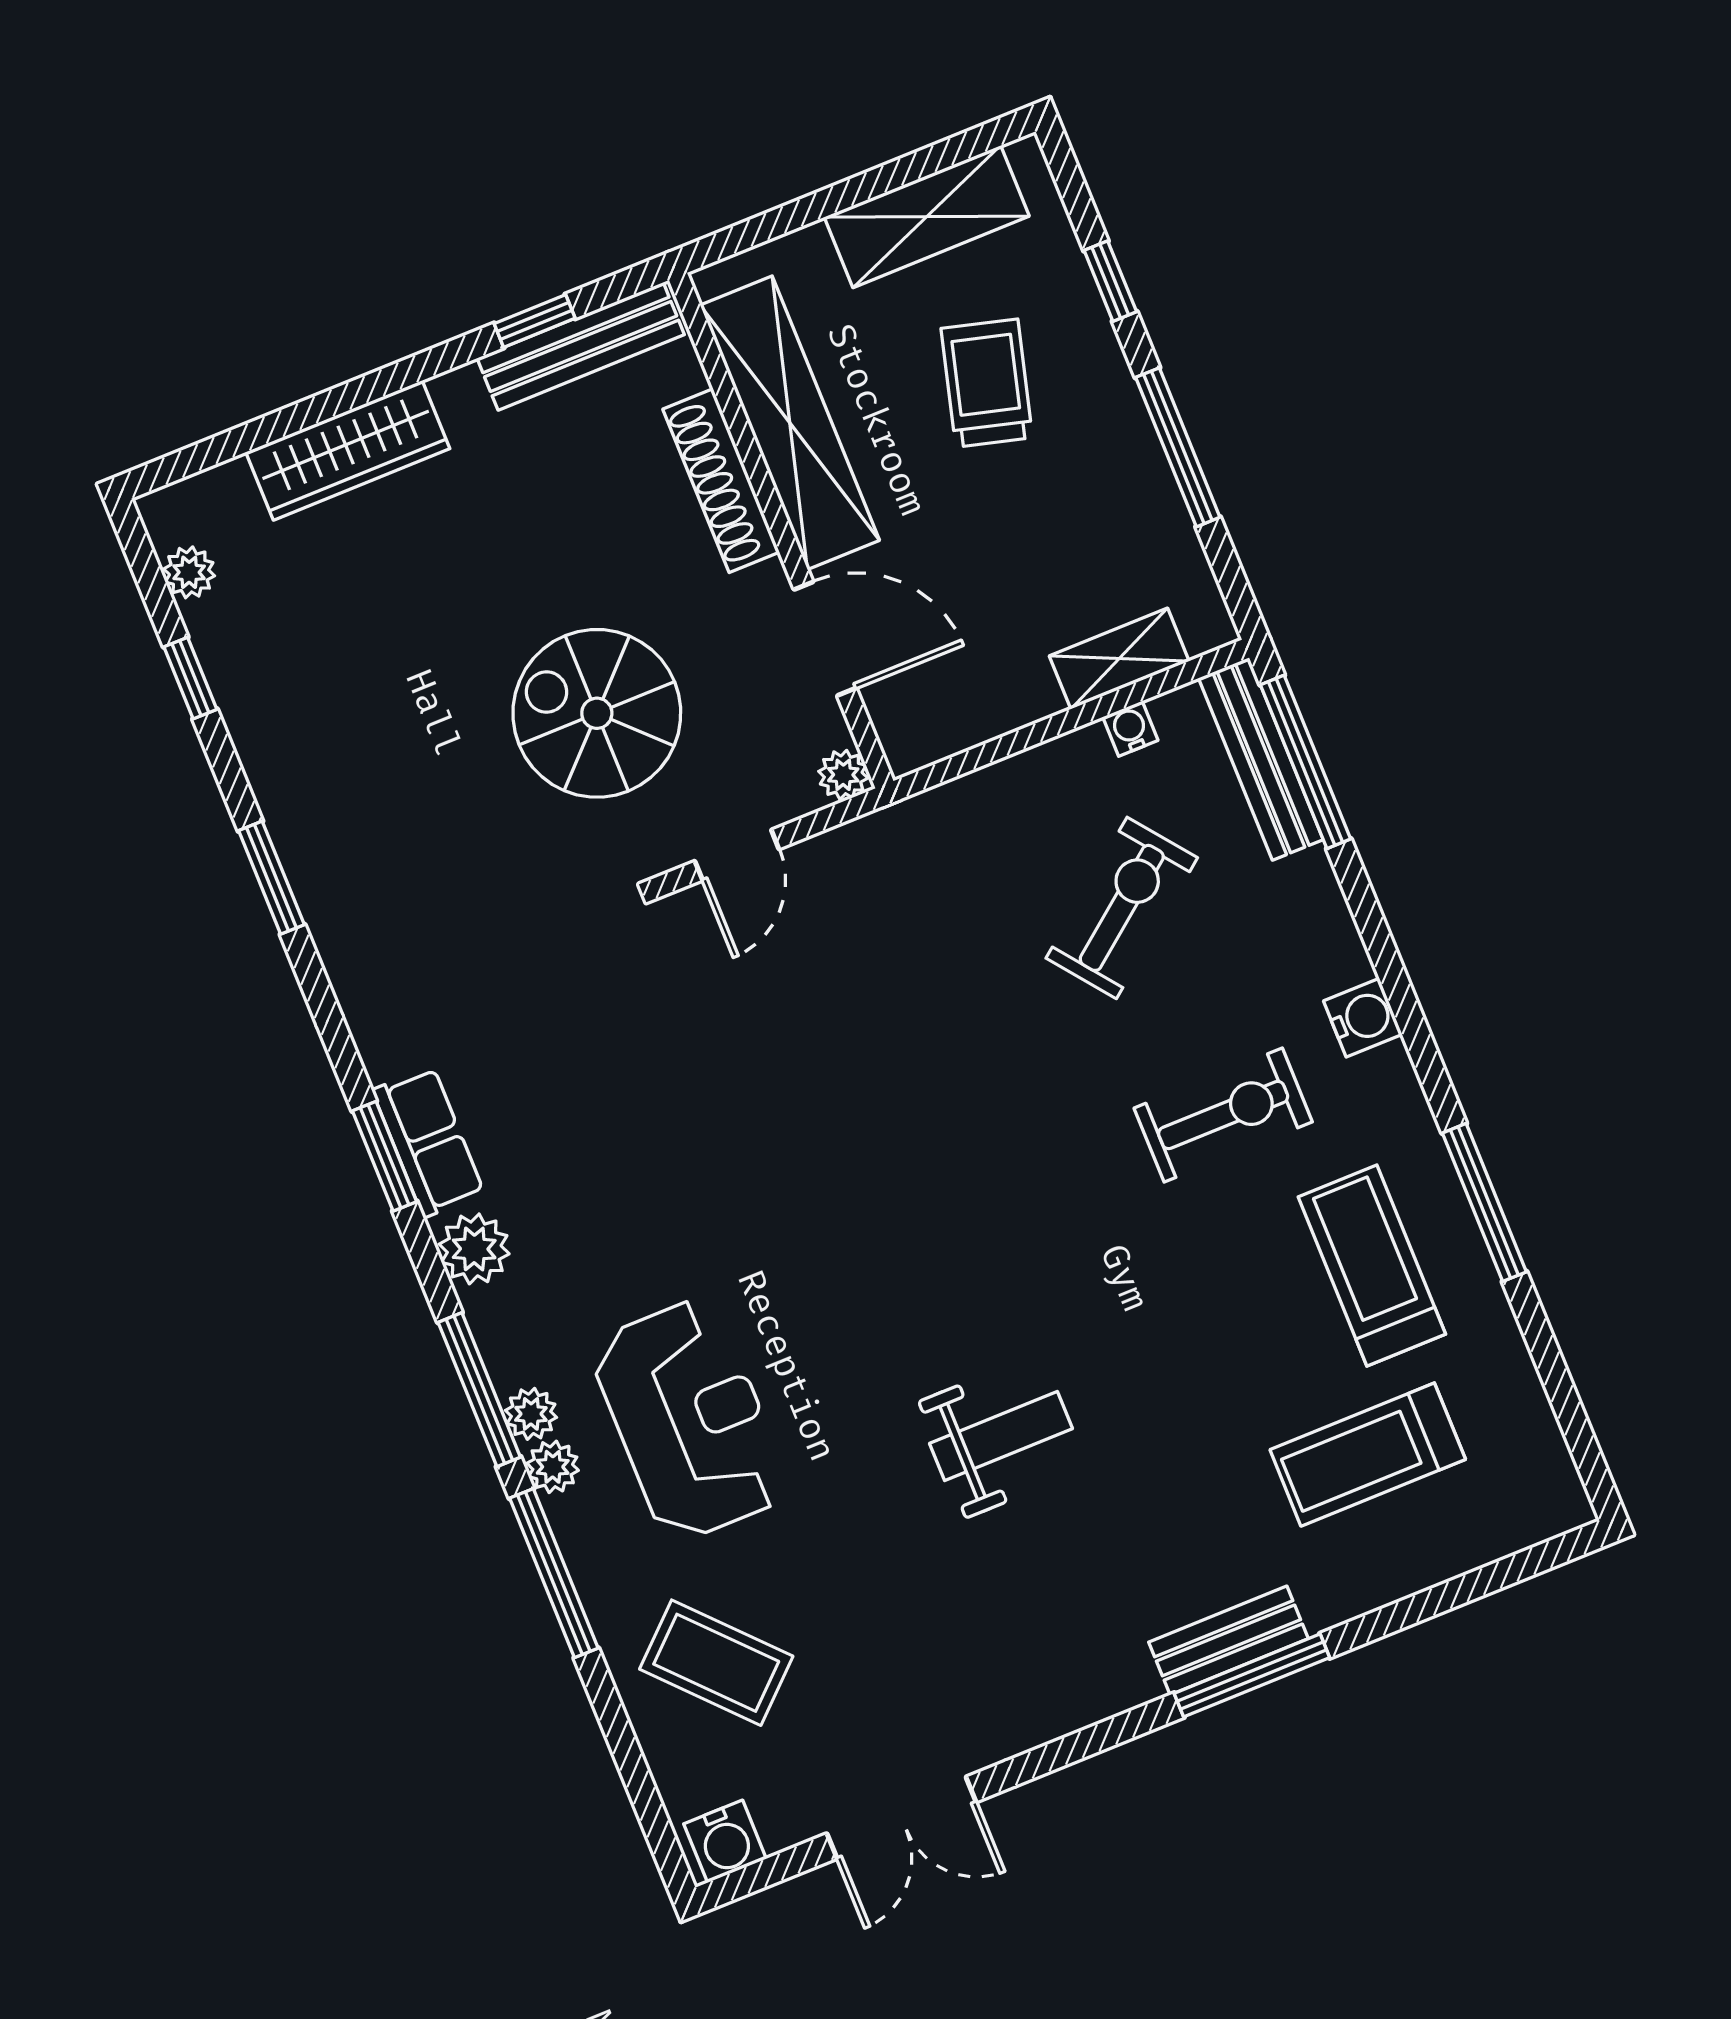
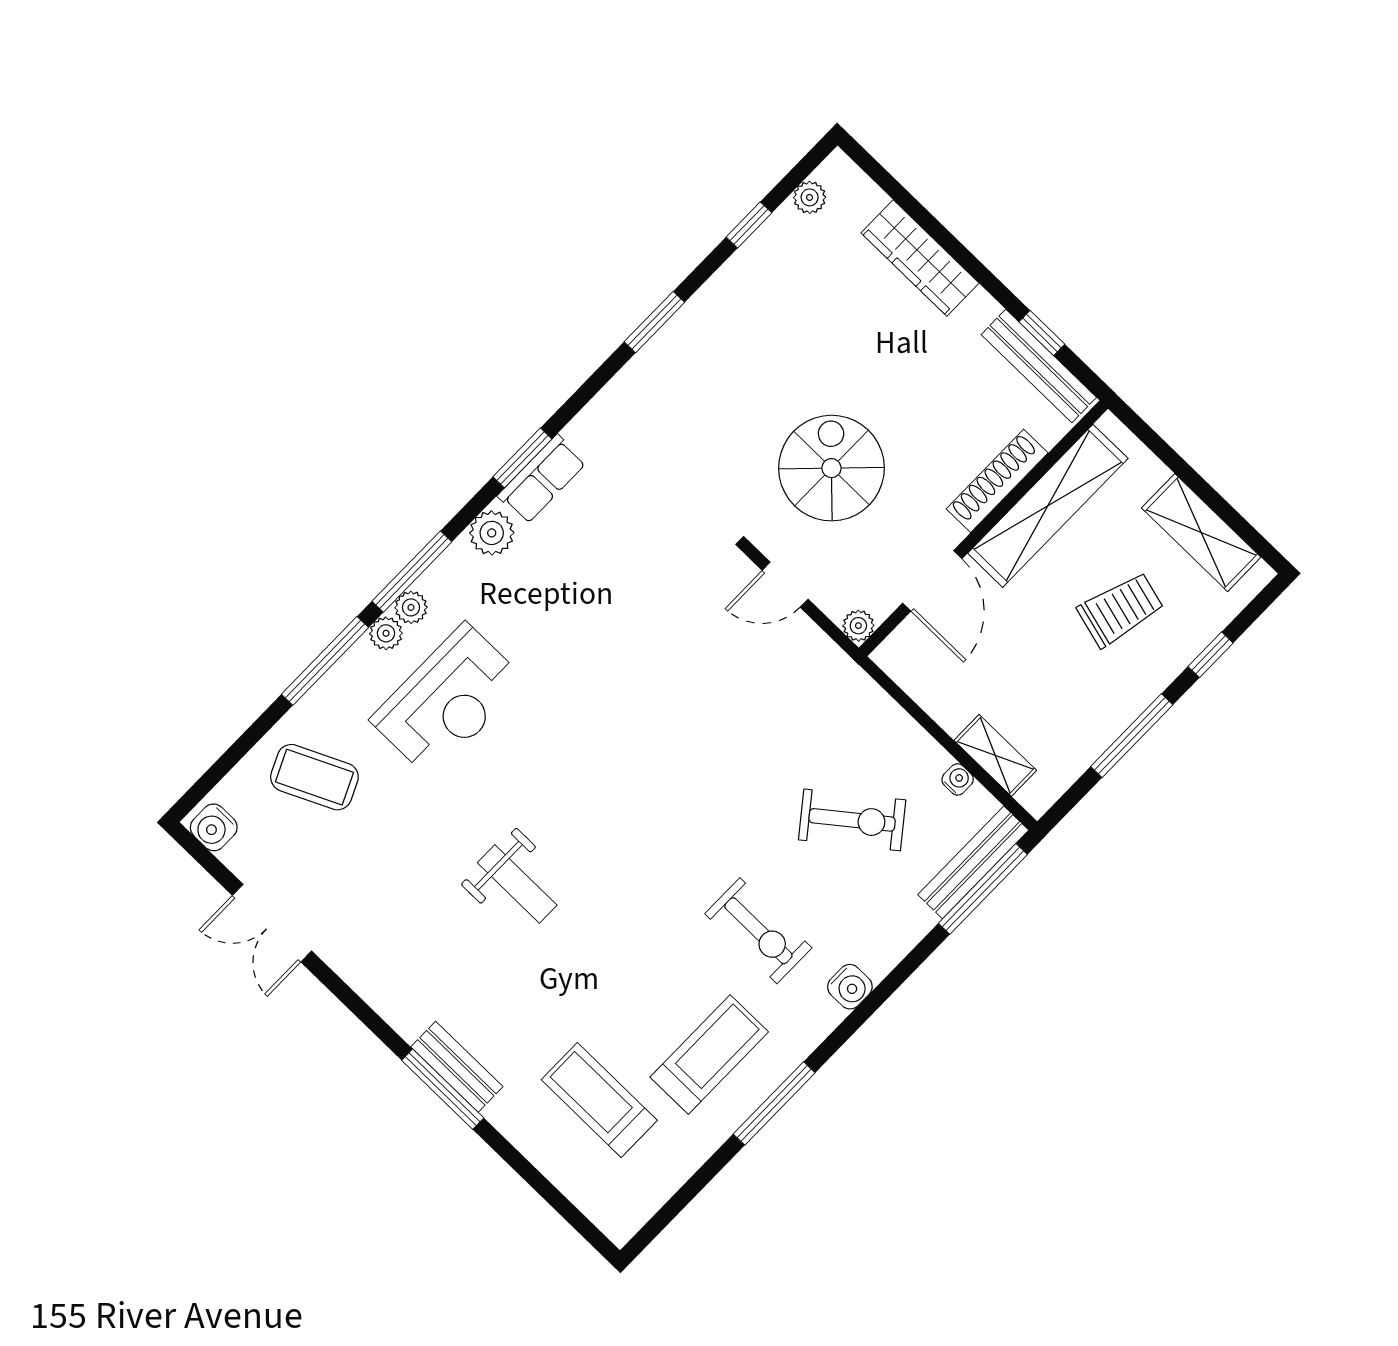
coffee table: (716, 1663) -> (314, 777), turned -72

